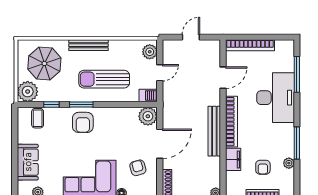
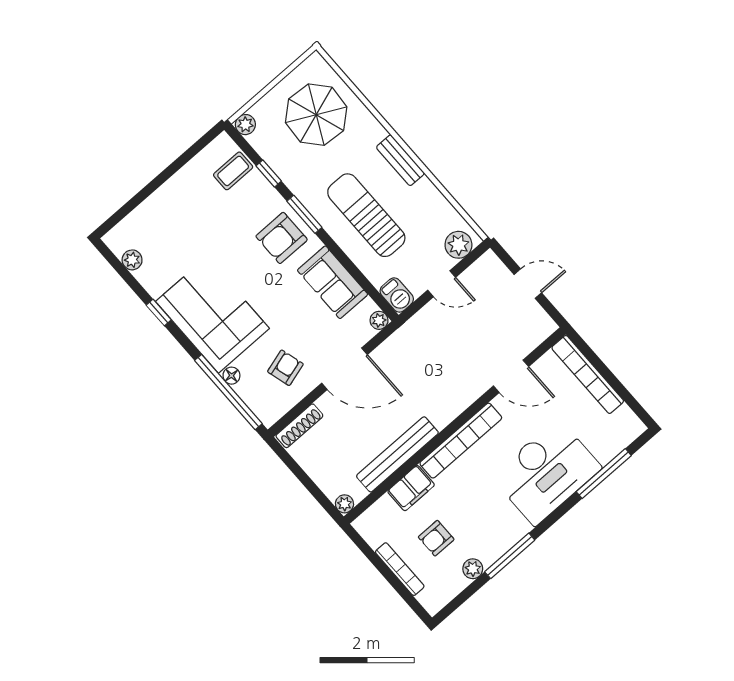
bench: (88, 45) -> (400, 160), width x0.73
plant: (28, 92) -> (245, 125), width x0.53, depth x0.53
plant: (148, 116) -> (379, 320), width x0.53, depth x0.53
bench: (214, 131) -> (397, 454), moved
sofa: (28, 162) -> (333, 282), moved, turned 90

